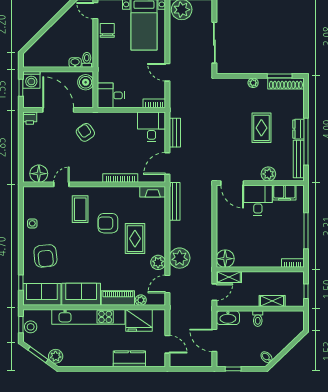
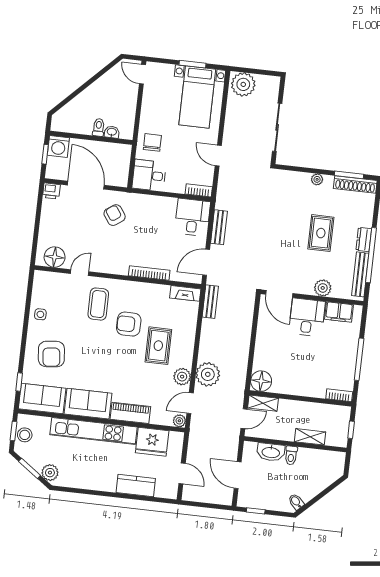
chair: (107, 30) -> (152, 142), moved
toilet: (87, 60) -> (99, 127), moved
boiler: (86, 82) -> (121, 156), removed
bench: (175, 201) -> (210, 302), width x0.73
plant: (141, 300) -> (179, 421), moved
washbasin: (228, 318) -> (271, 452), moved

